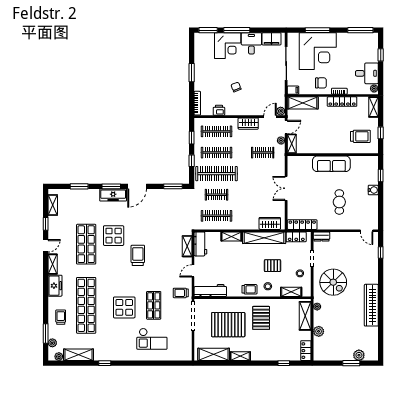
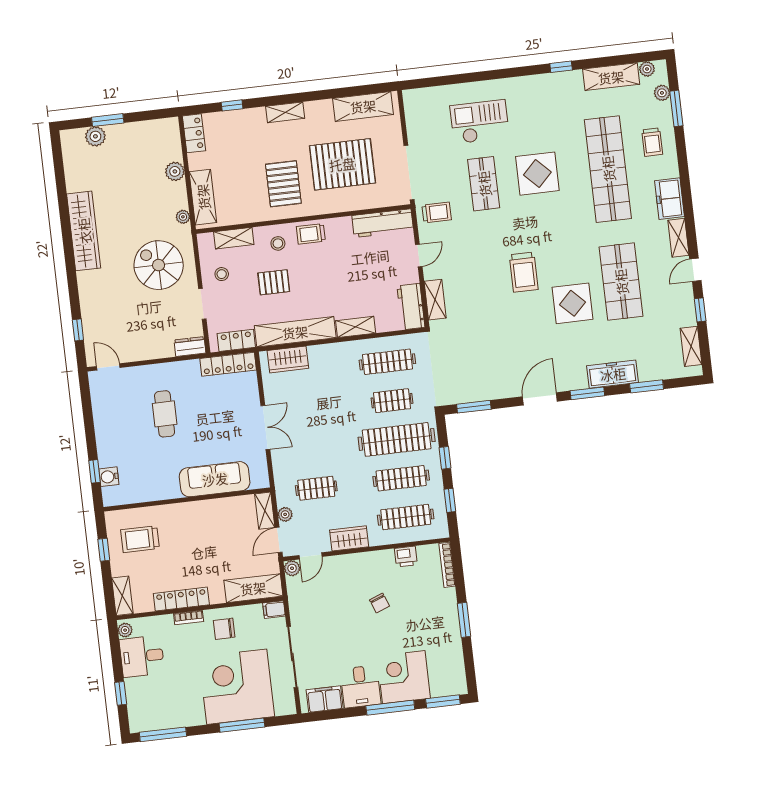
sofa: (331, 164) -> (215, 479), moved
water cooler: (373, 190) -> (109, 477), moved
freezer: (113, 195) -> (613, 374), moved
shelving: (240, 356) -> (285, 112), moved

